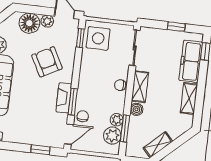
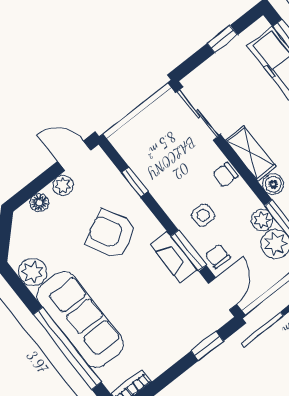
floor lamp: (29, 23) -> (39, 203), width x0.53, depth x0.53
window: (80, 38) -> (135, 182), moved
side table: (98, 38) -> (203, 215), moved, width x0.54, depth x0.54

